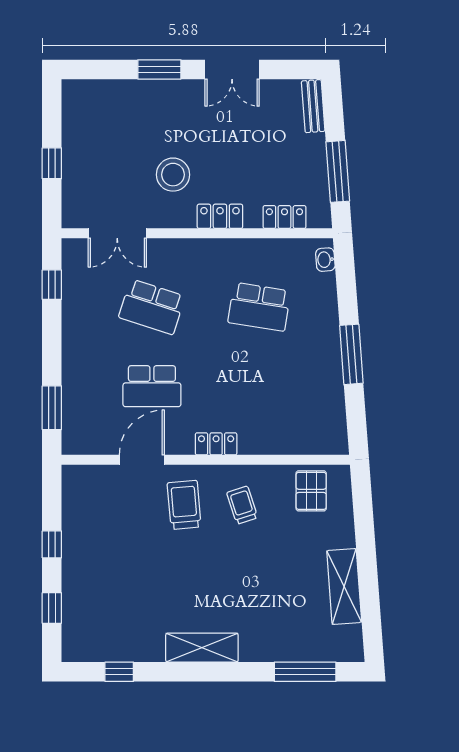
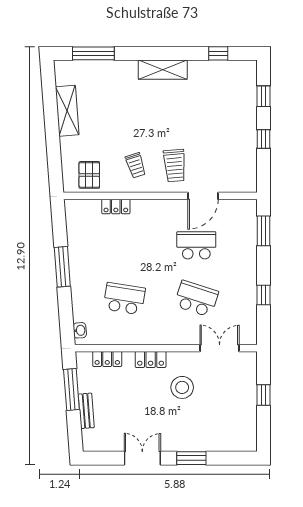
bench: (313, 106) -> (86, 411), moved
window: (52, 285) -> (264, 295), moved
locker: (216, 444) -> (116, 207), moved

